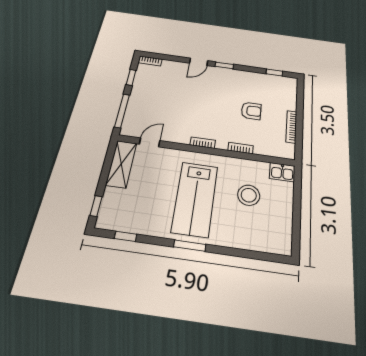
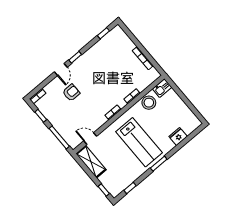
armchair: (251, 111) -> (71, 93), moved
door: (150, 142) -> (90, 139), hinge flipped
stool: (249, 195) -> (149, 103), moved
fridge: (246, 240) -> (178, 136), added

